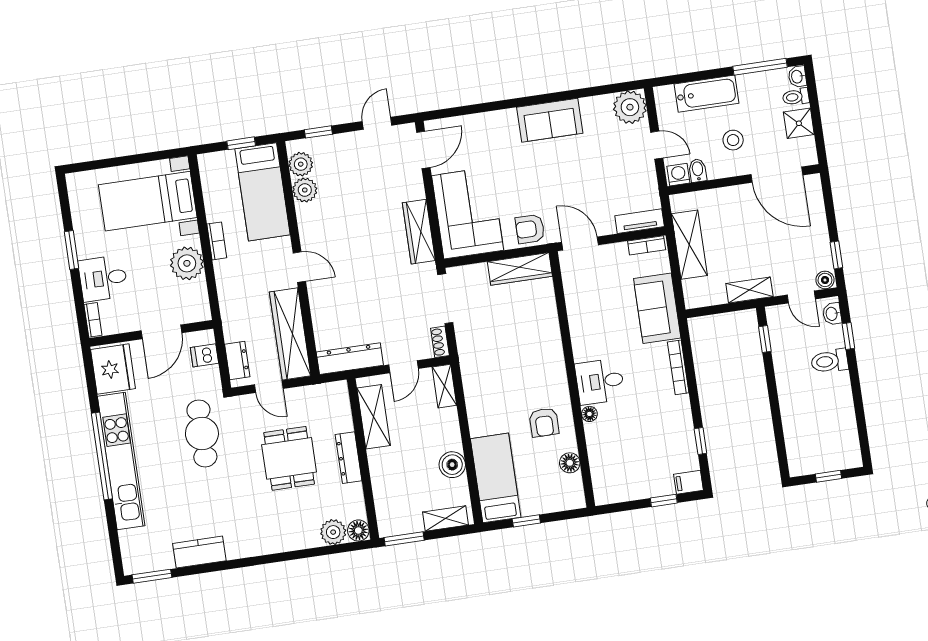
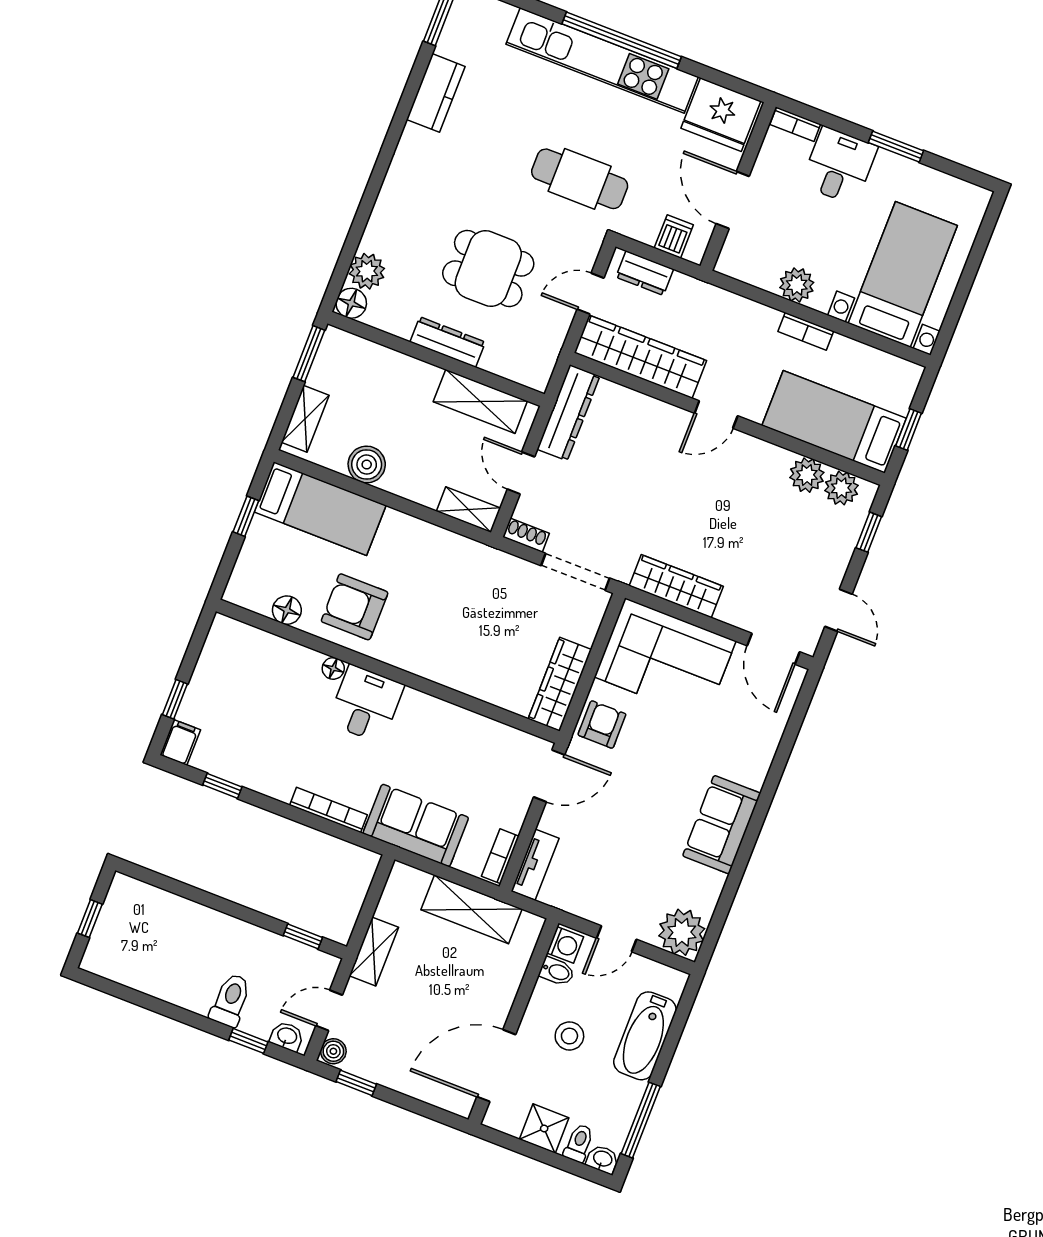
plant: (187, 263) -> (797, 285), width x0.73, depth x0.73
armchair: (544, 422) -> (355, 607), width x1.38, depth x1.38

